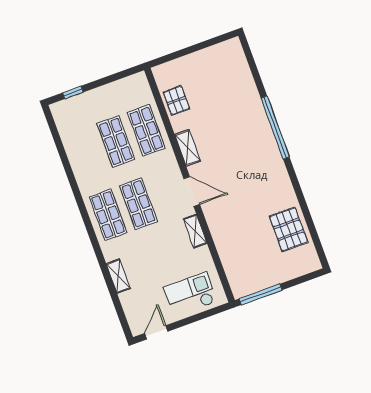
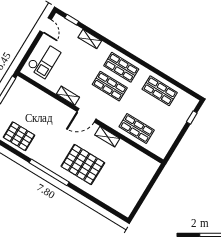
pallet: (176, 100) -> (83, 164), moved, width x2.05, depth x2.00
window: (275, 128) -> (49, 172), moved
shop shelf: (116, 141) -> (160, 91), moved
window: (121, 315) -> (72, 20), added

